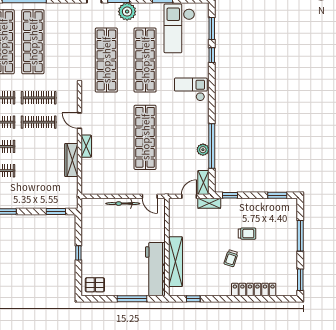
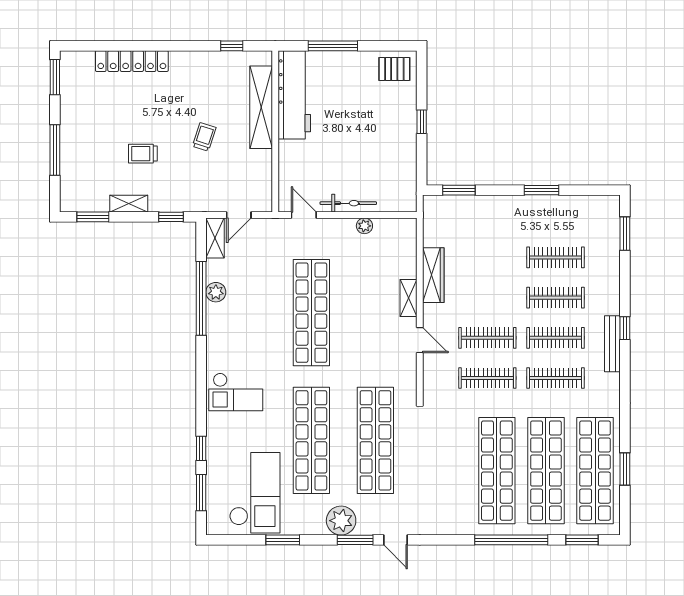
plant: (113, 190) -> (364, 226), added
shelving: (209, 203) -> (129, 204), moved
trolley: (231, 258) -> (204, 137), moved

